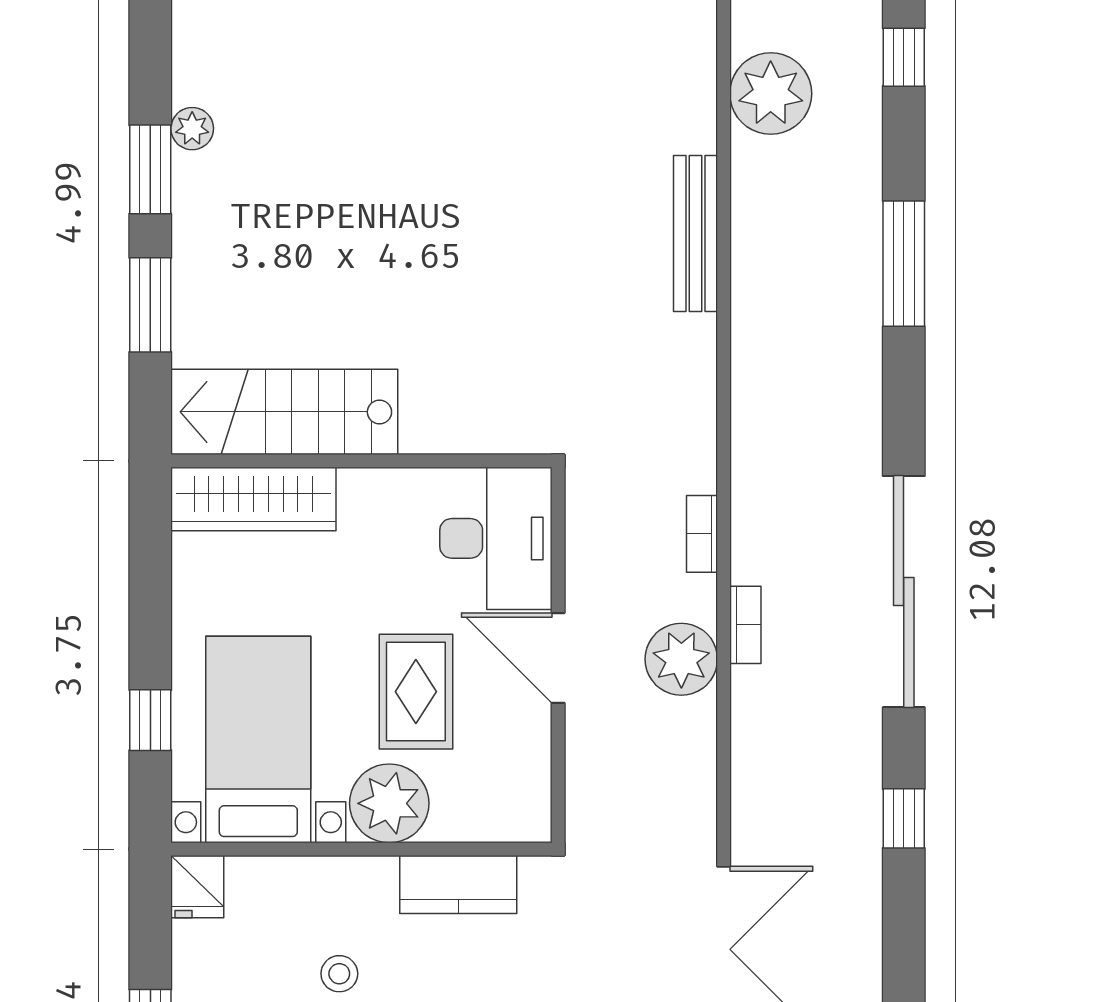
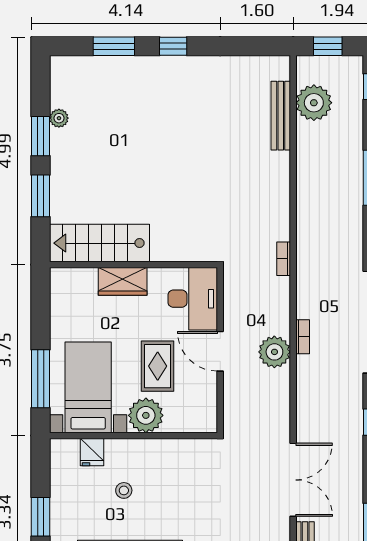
bench: (696, 234) -> (281, 116), moved
wardrobe: (253, 499) -> (123, 281), moved, width x0.67
bookcase: (702, 534) -> (284, 259), moved
window: (150, 720) -> (41, 379), width x2.17
kitchen counter: (458, 884) -> (176, 451), removed
fridge: (197, 887) -> (92, 452), moved

